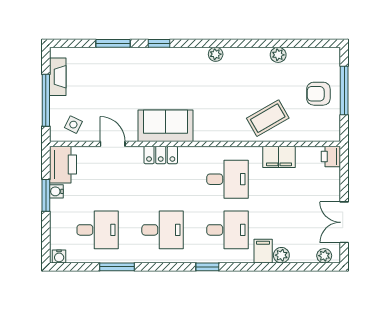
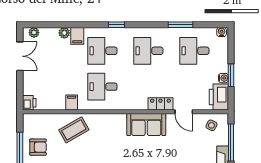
locker: (161, 155) -> (160, 104), moved
filing cabinet: (279, 157) -> (72, 103), width x0.50

